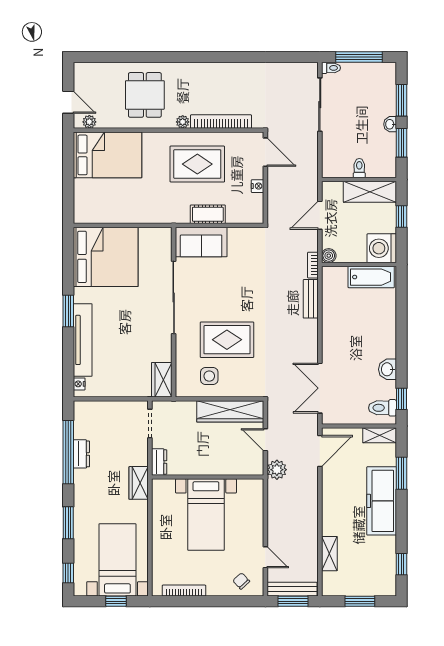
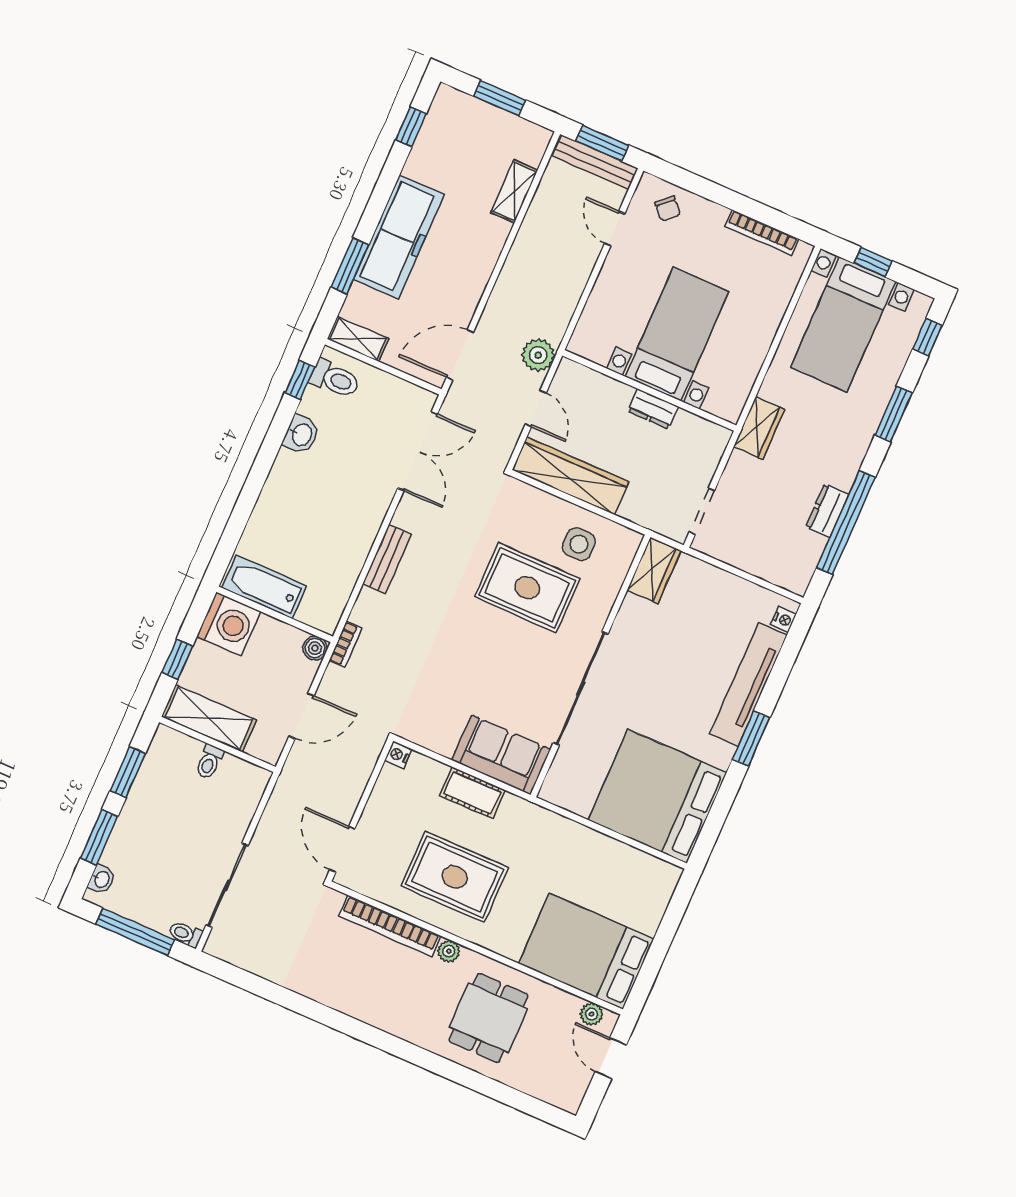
washbasin: (390, 124) -> (101, 879), moved
nightstand: (258, 186) -> (398, 755), moved
bench: (311, 299) -> (387, 559), moved
dresser: (159, 462) -> (653, 409), moved, turned -90

